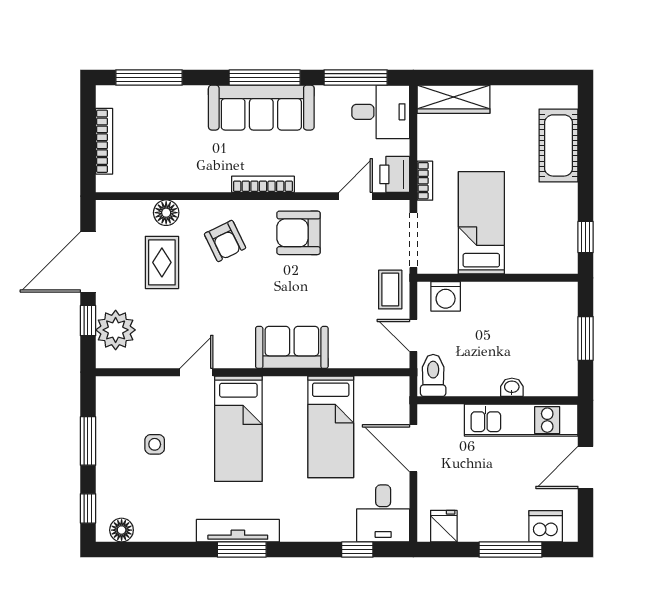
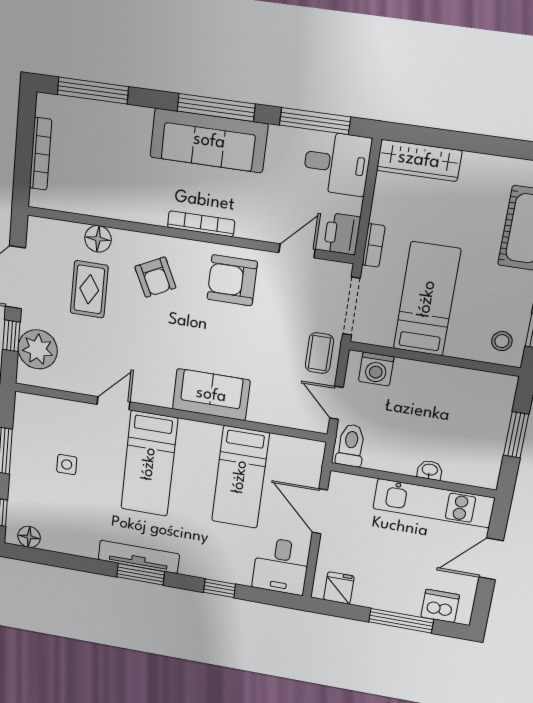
stool: (556, 251) -> (502, 341), added
window: (357, 550) -> (220, 588), moved

